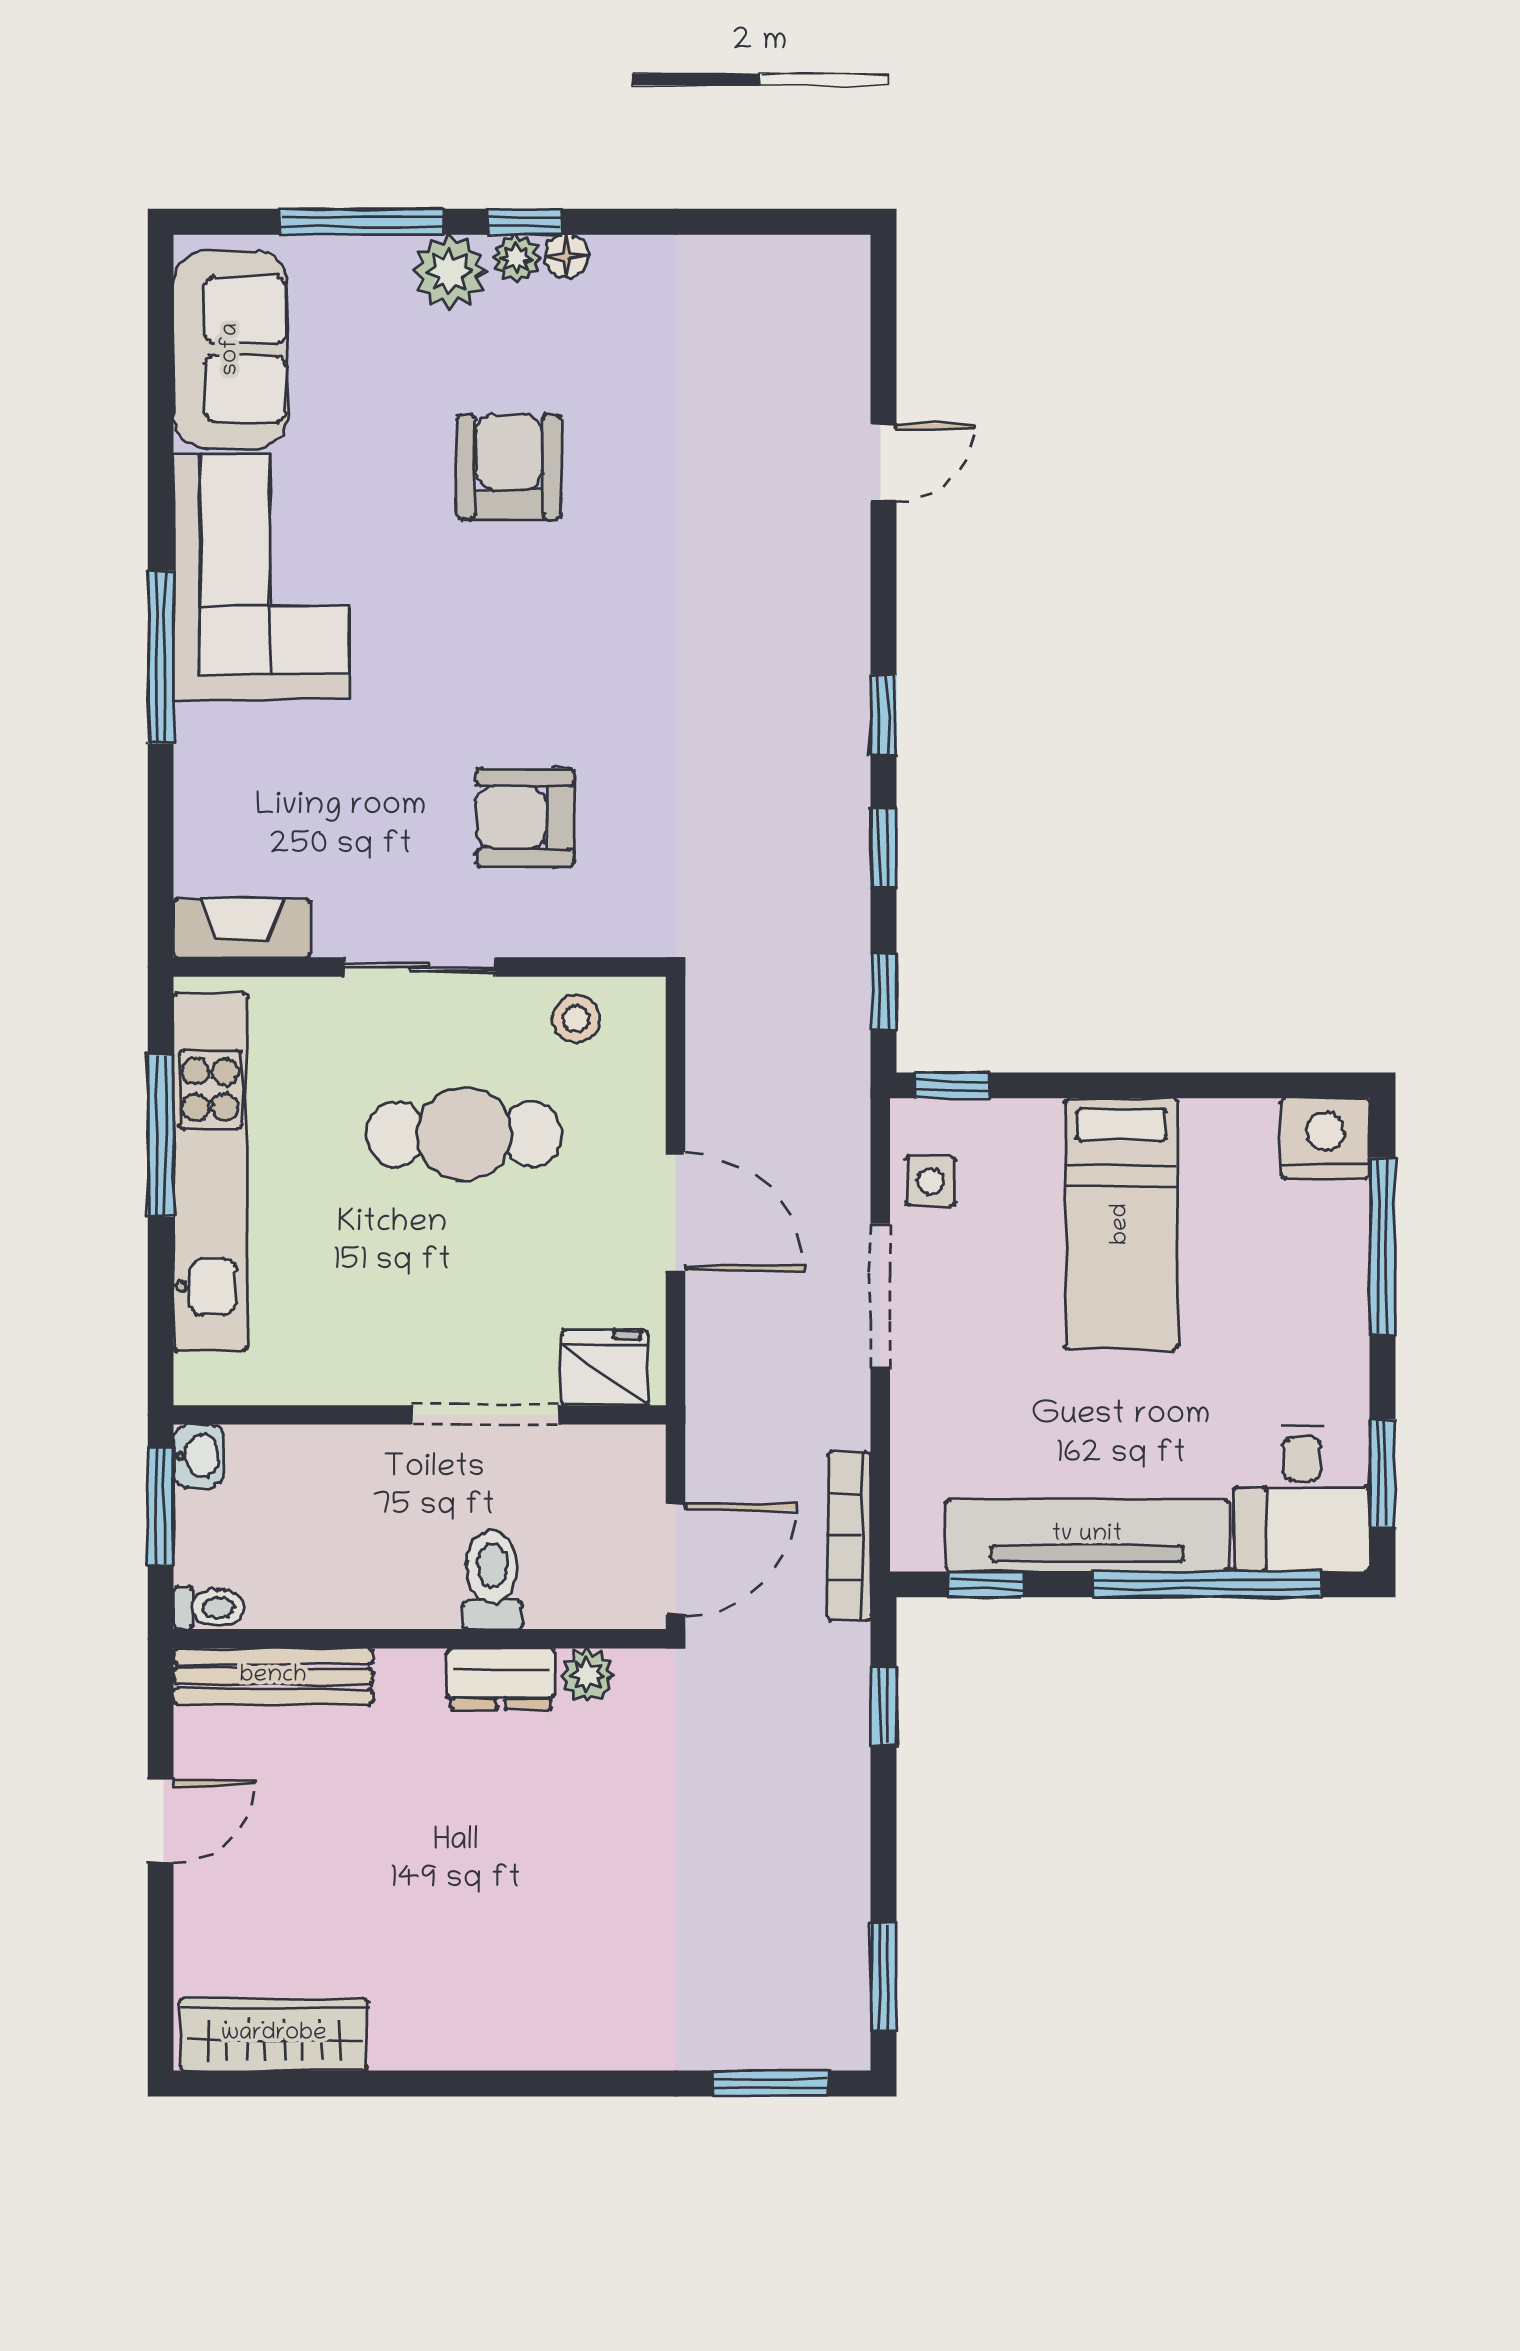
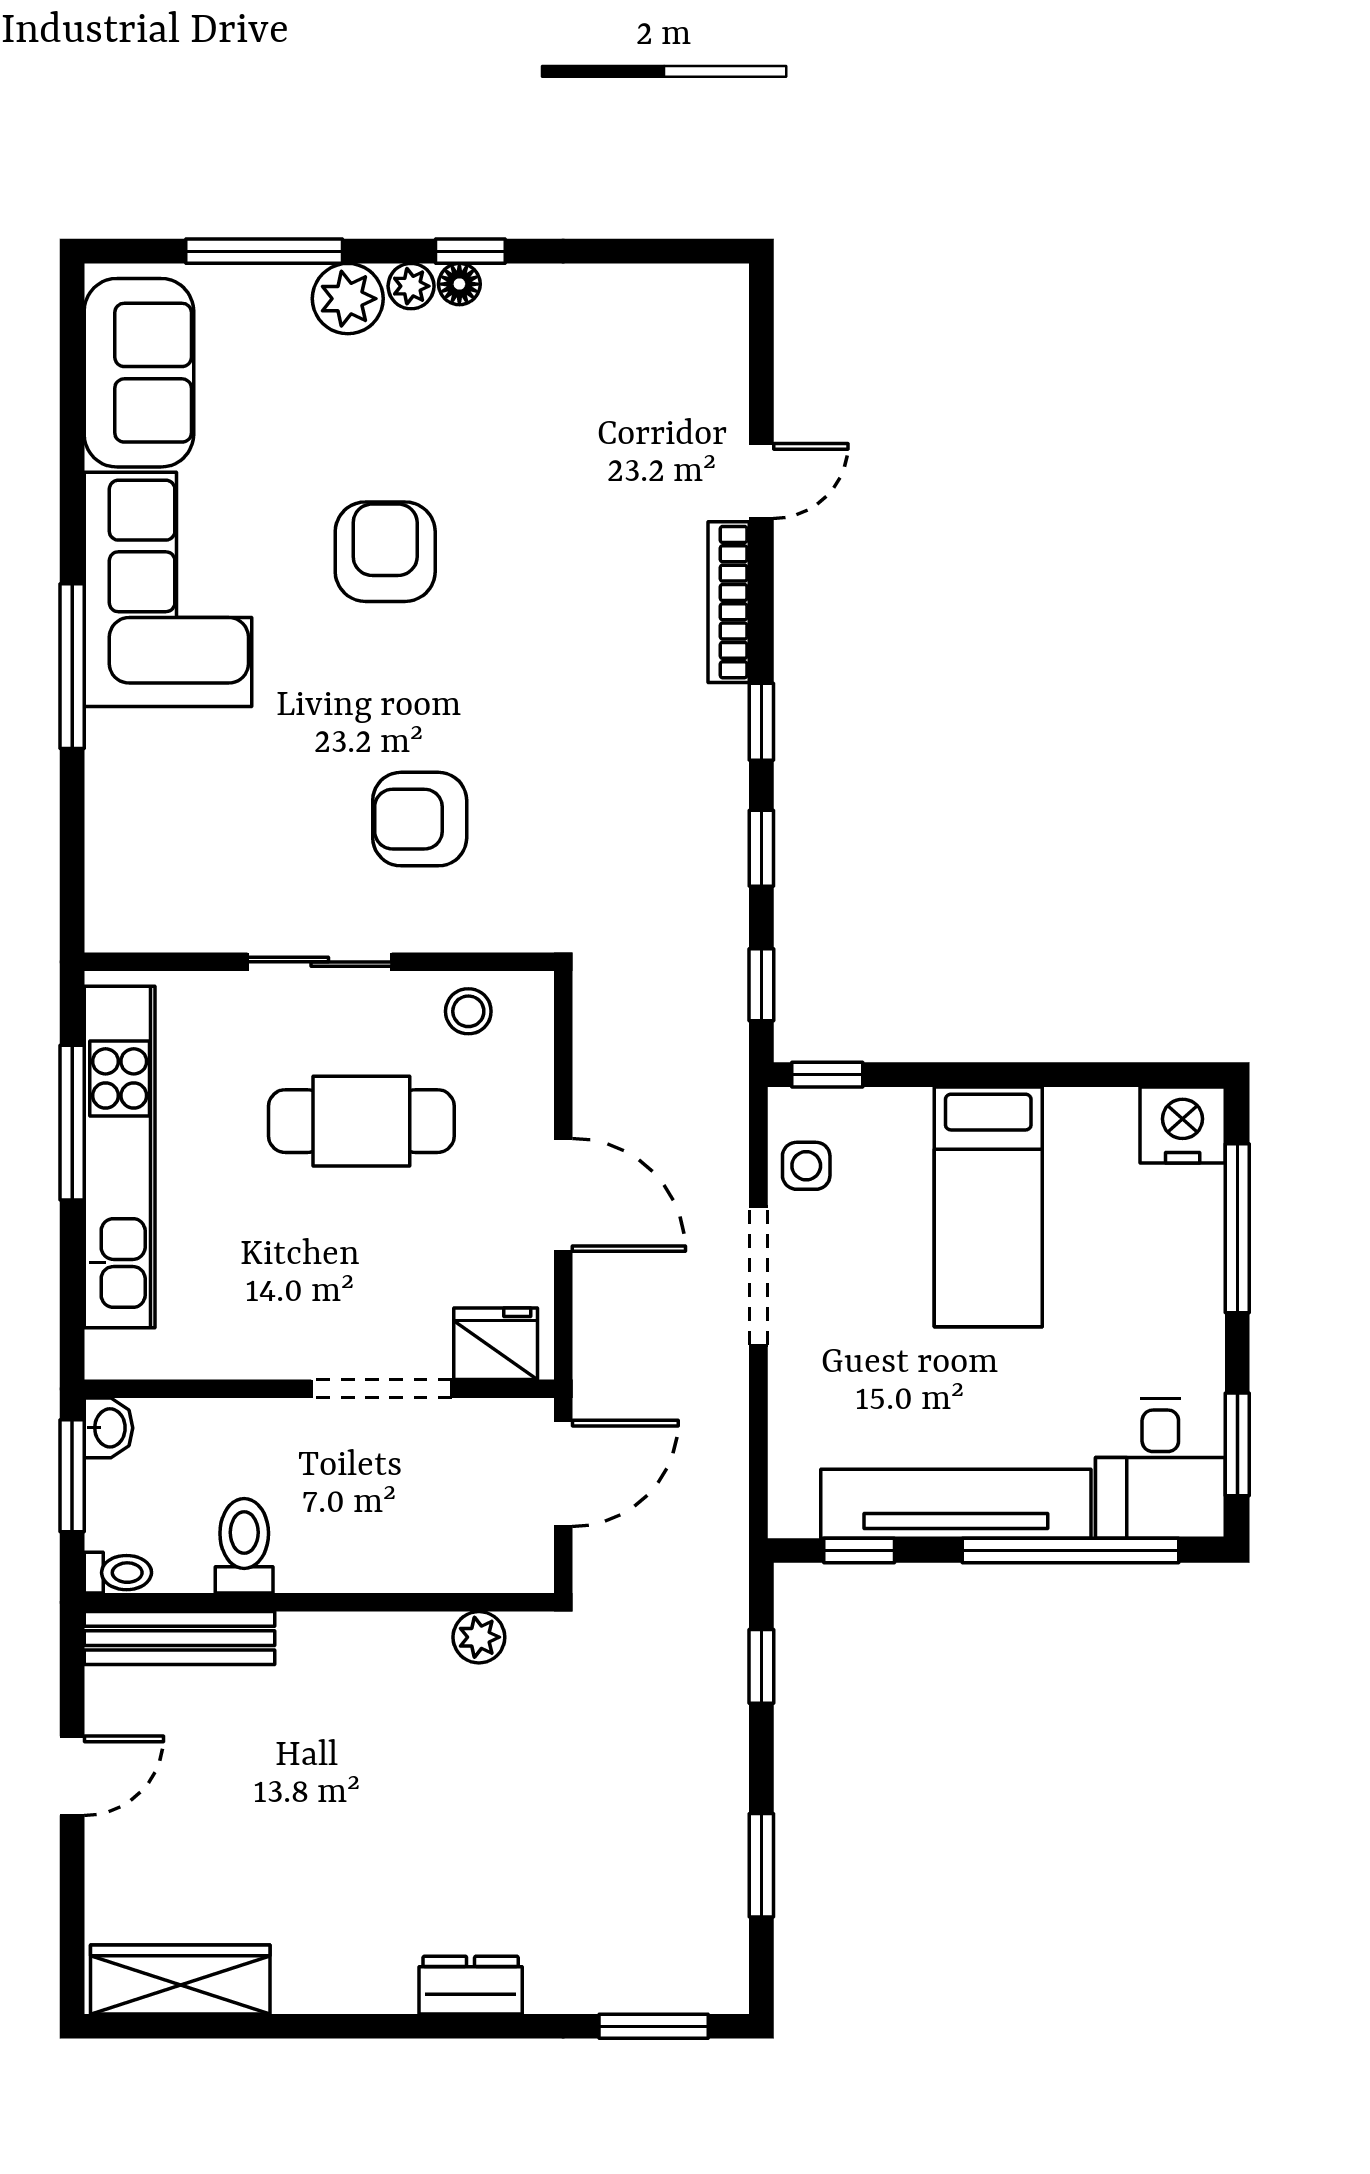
window: (525, 222) -> (470, 251), moved
armchair: (509, 467) -> (385, 552), moved
fireplace: (242, 928) -> (150, 925), removed
bookcase: (849, 1536) -> (729, 602), moved
door: (676, 1559) -> (563, 1473), moved
toilet: (492, 1580) -> (244, 1546), moved
dresser: (501, 1679) -> (471, 1985), moved, turned 180
window: (884, 1977) -> (761, 1865), moved

